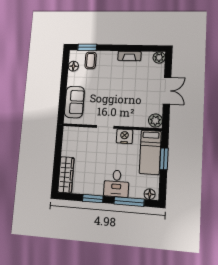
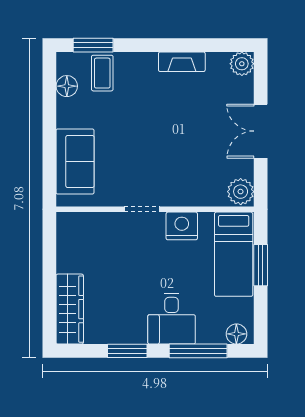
double door: (167, 91) -> (261, 131), swing flipped

